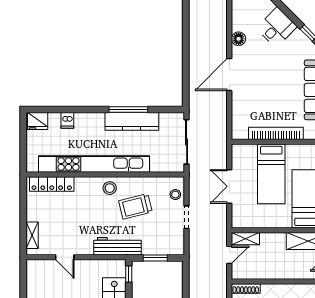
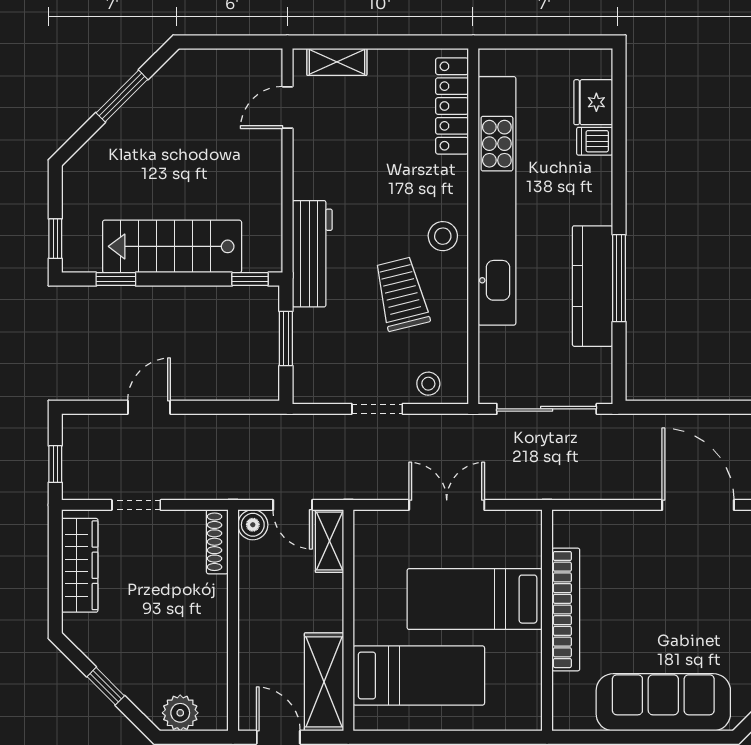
fridge: (38, 121) -> (593, 102), moved
door: (65, 257) -> (287, 107), moved
boiler: (238, 273) -> (253, 525), added

